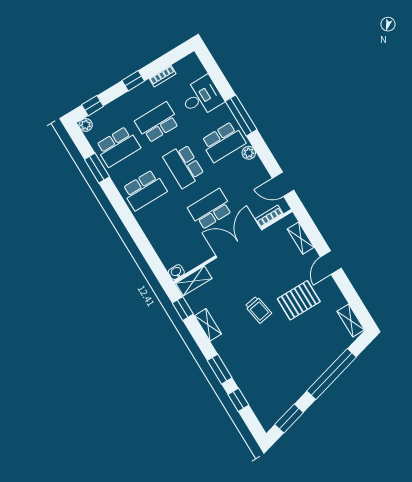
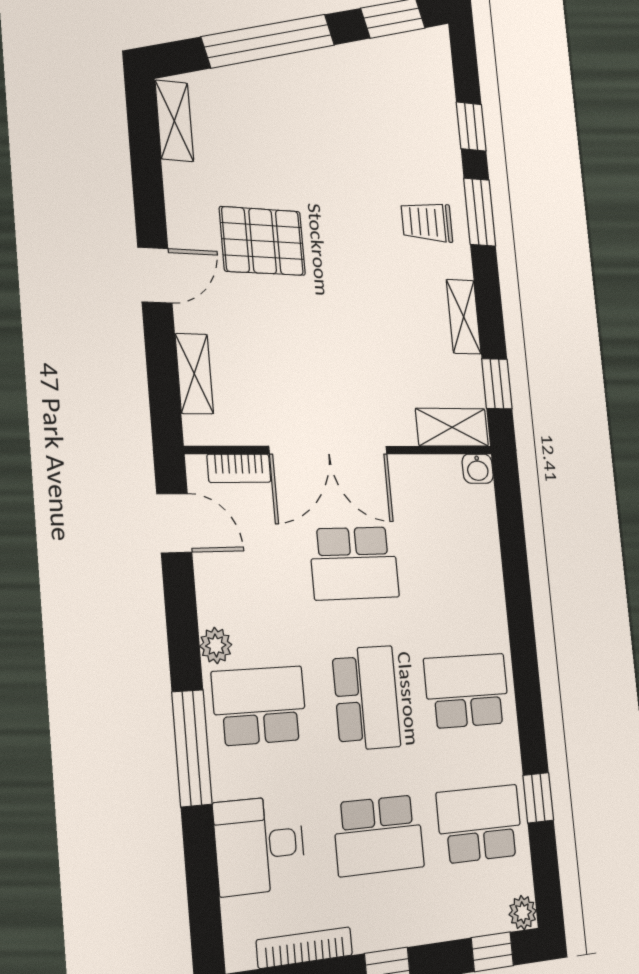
bookcase: (163, 76) -> (305, 948), width x1.56
window: (97, 168) -> (538, 798), width x0.67
trolley: (258, 310) -> (427, 222), moved, turned -80

